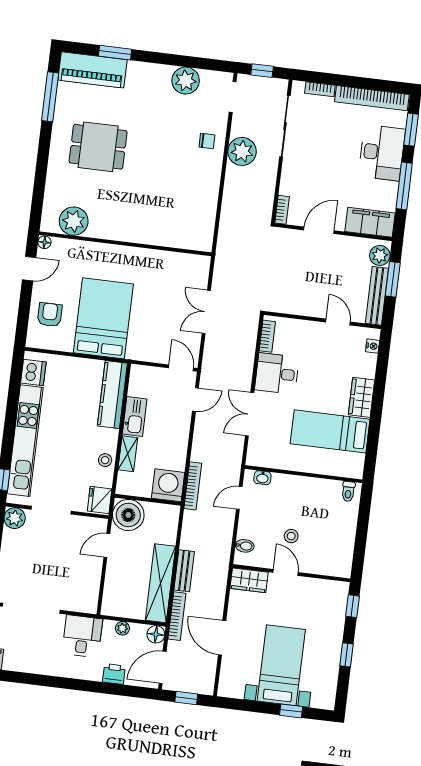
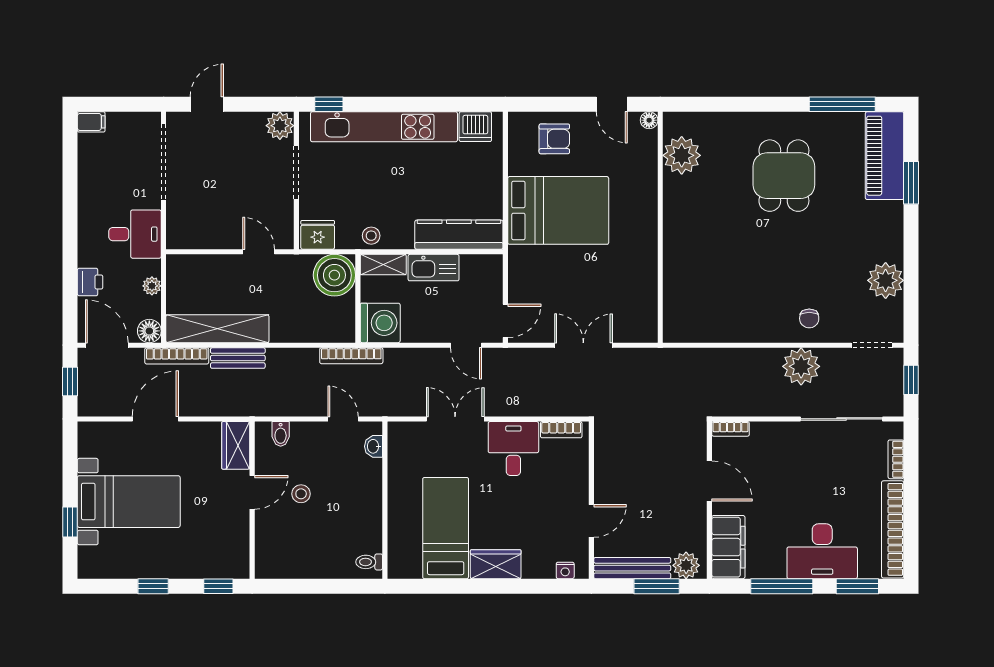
washing machine: (168, 485) -> (380, 323), moved
wall: (148, 500) -> (358, 298), moved
boiler: (128, 515) -> (334, 275), moved

